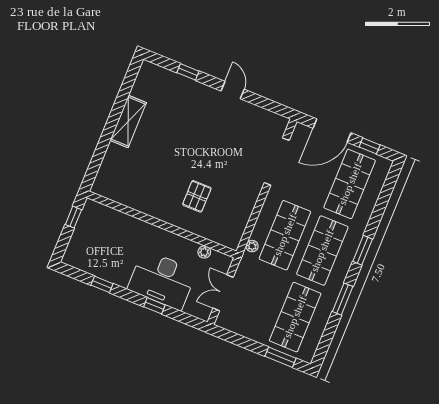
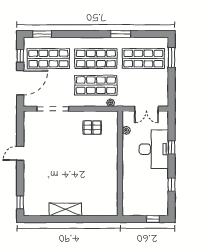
window: (188, 72) -> (20, 202), moved
door: (332, 131) -> (20, 83), hinge flipped
pallet: (197, 196) -> (92, 127), moved
window: (73, 217) -> (153, 219), moved
window: (363, 250) -> (42, 34), moved

